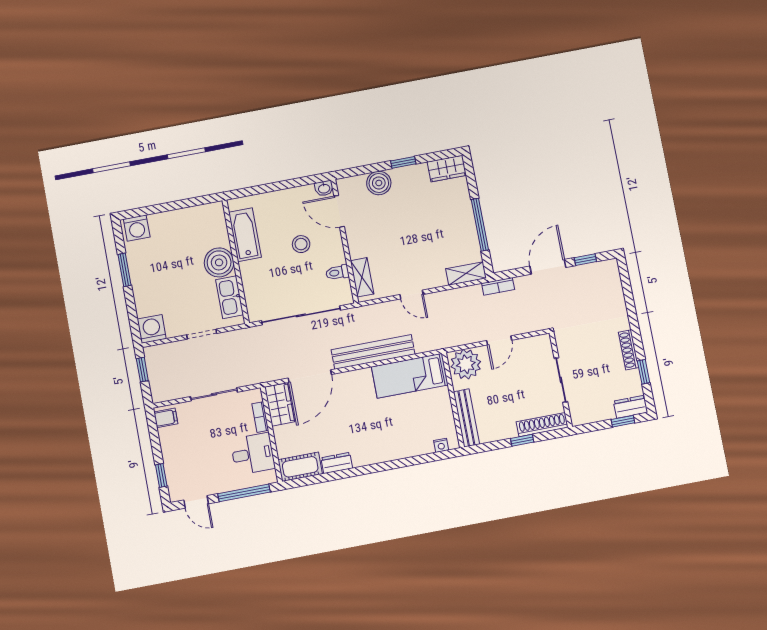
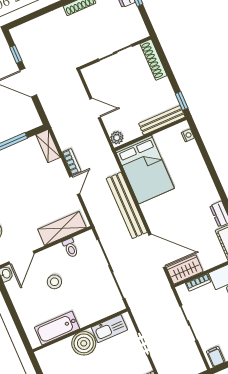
shelving: (362, 277) -> (62, 228), width x1.50, depth x1.33
bookcase: (498, 286) -> (72, 162), moved
plant: (466, 364) -> (117, 138), width x0.53, depth x0.53
bed: (410, 376) -> (145, 170), width x1.50
window: (522, 440) -> (182, 101), moved

